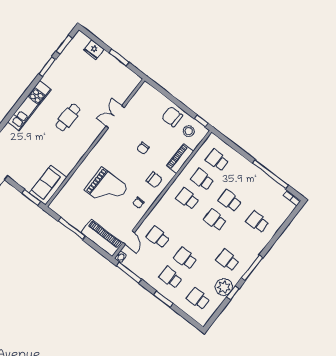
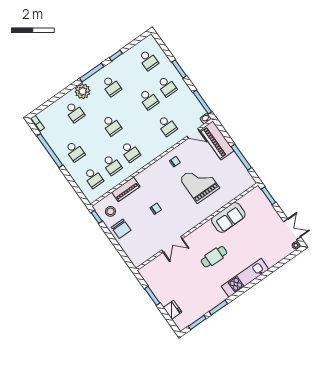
chair: (154, 180) -> (155, 178), removed
sofa: (48, 185) -> (228, 217), moved
school desk: (230, 201) -> (75, 151), moved
door: (129, 238) -> (193, 133), swing flipped
plant: (224, 287) -> (83, 91), moved

